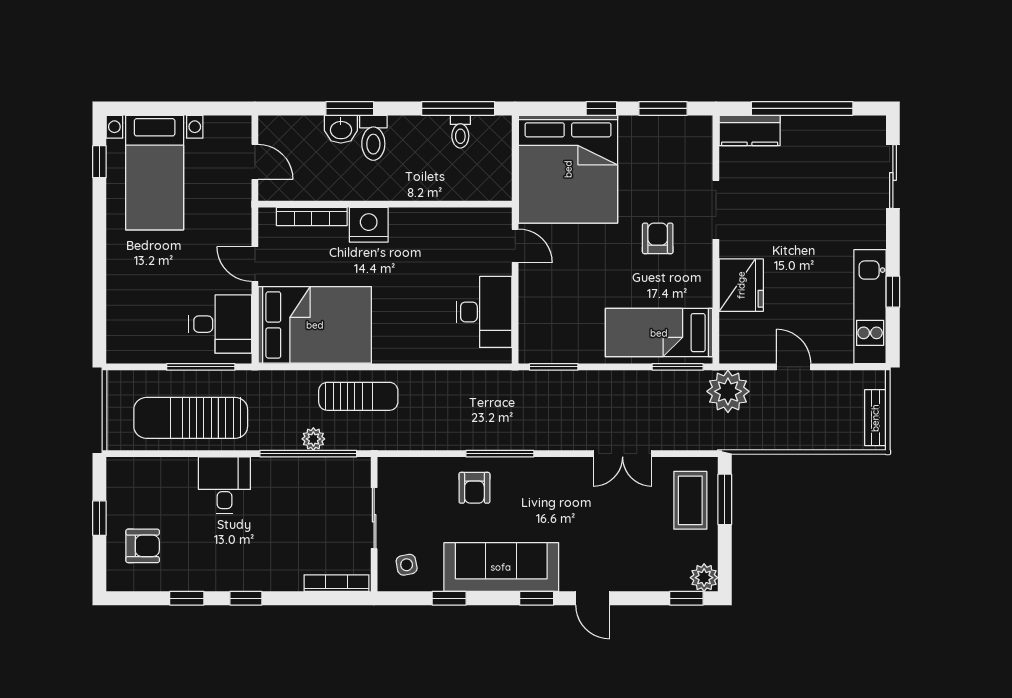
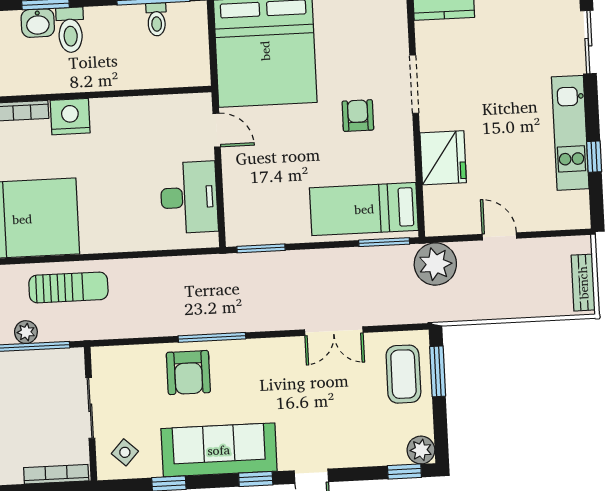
kitchen unit: (870, 307) -> (570, 133), moved
armchair: (474, 488) -> (188, 372), width x1.38, depth x1.38
side table: (407, 565) -> (125, 452), turned -36

